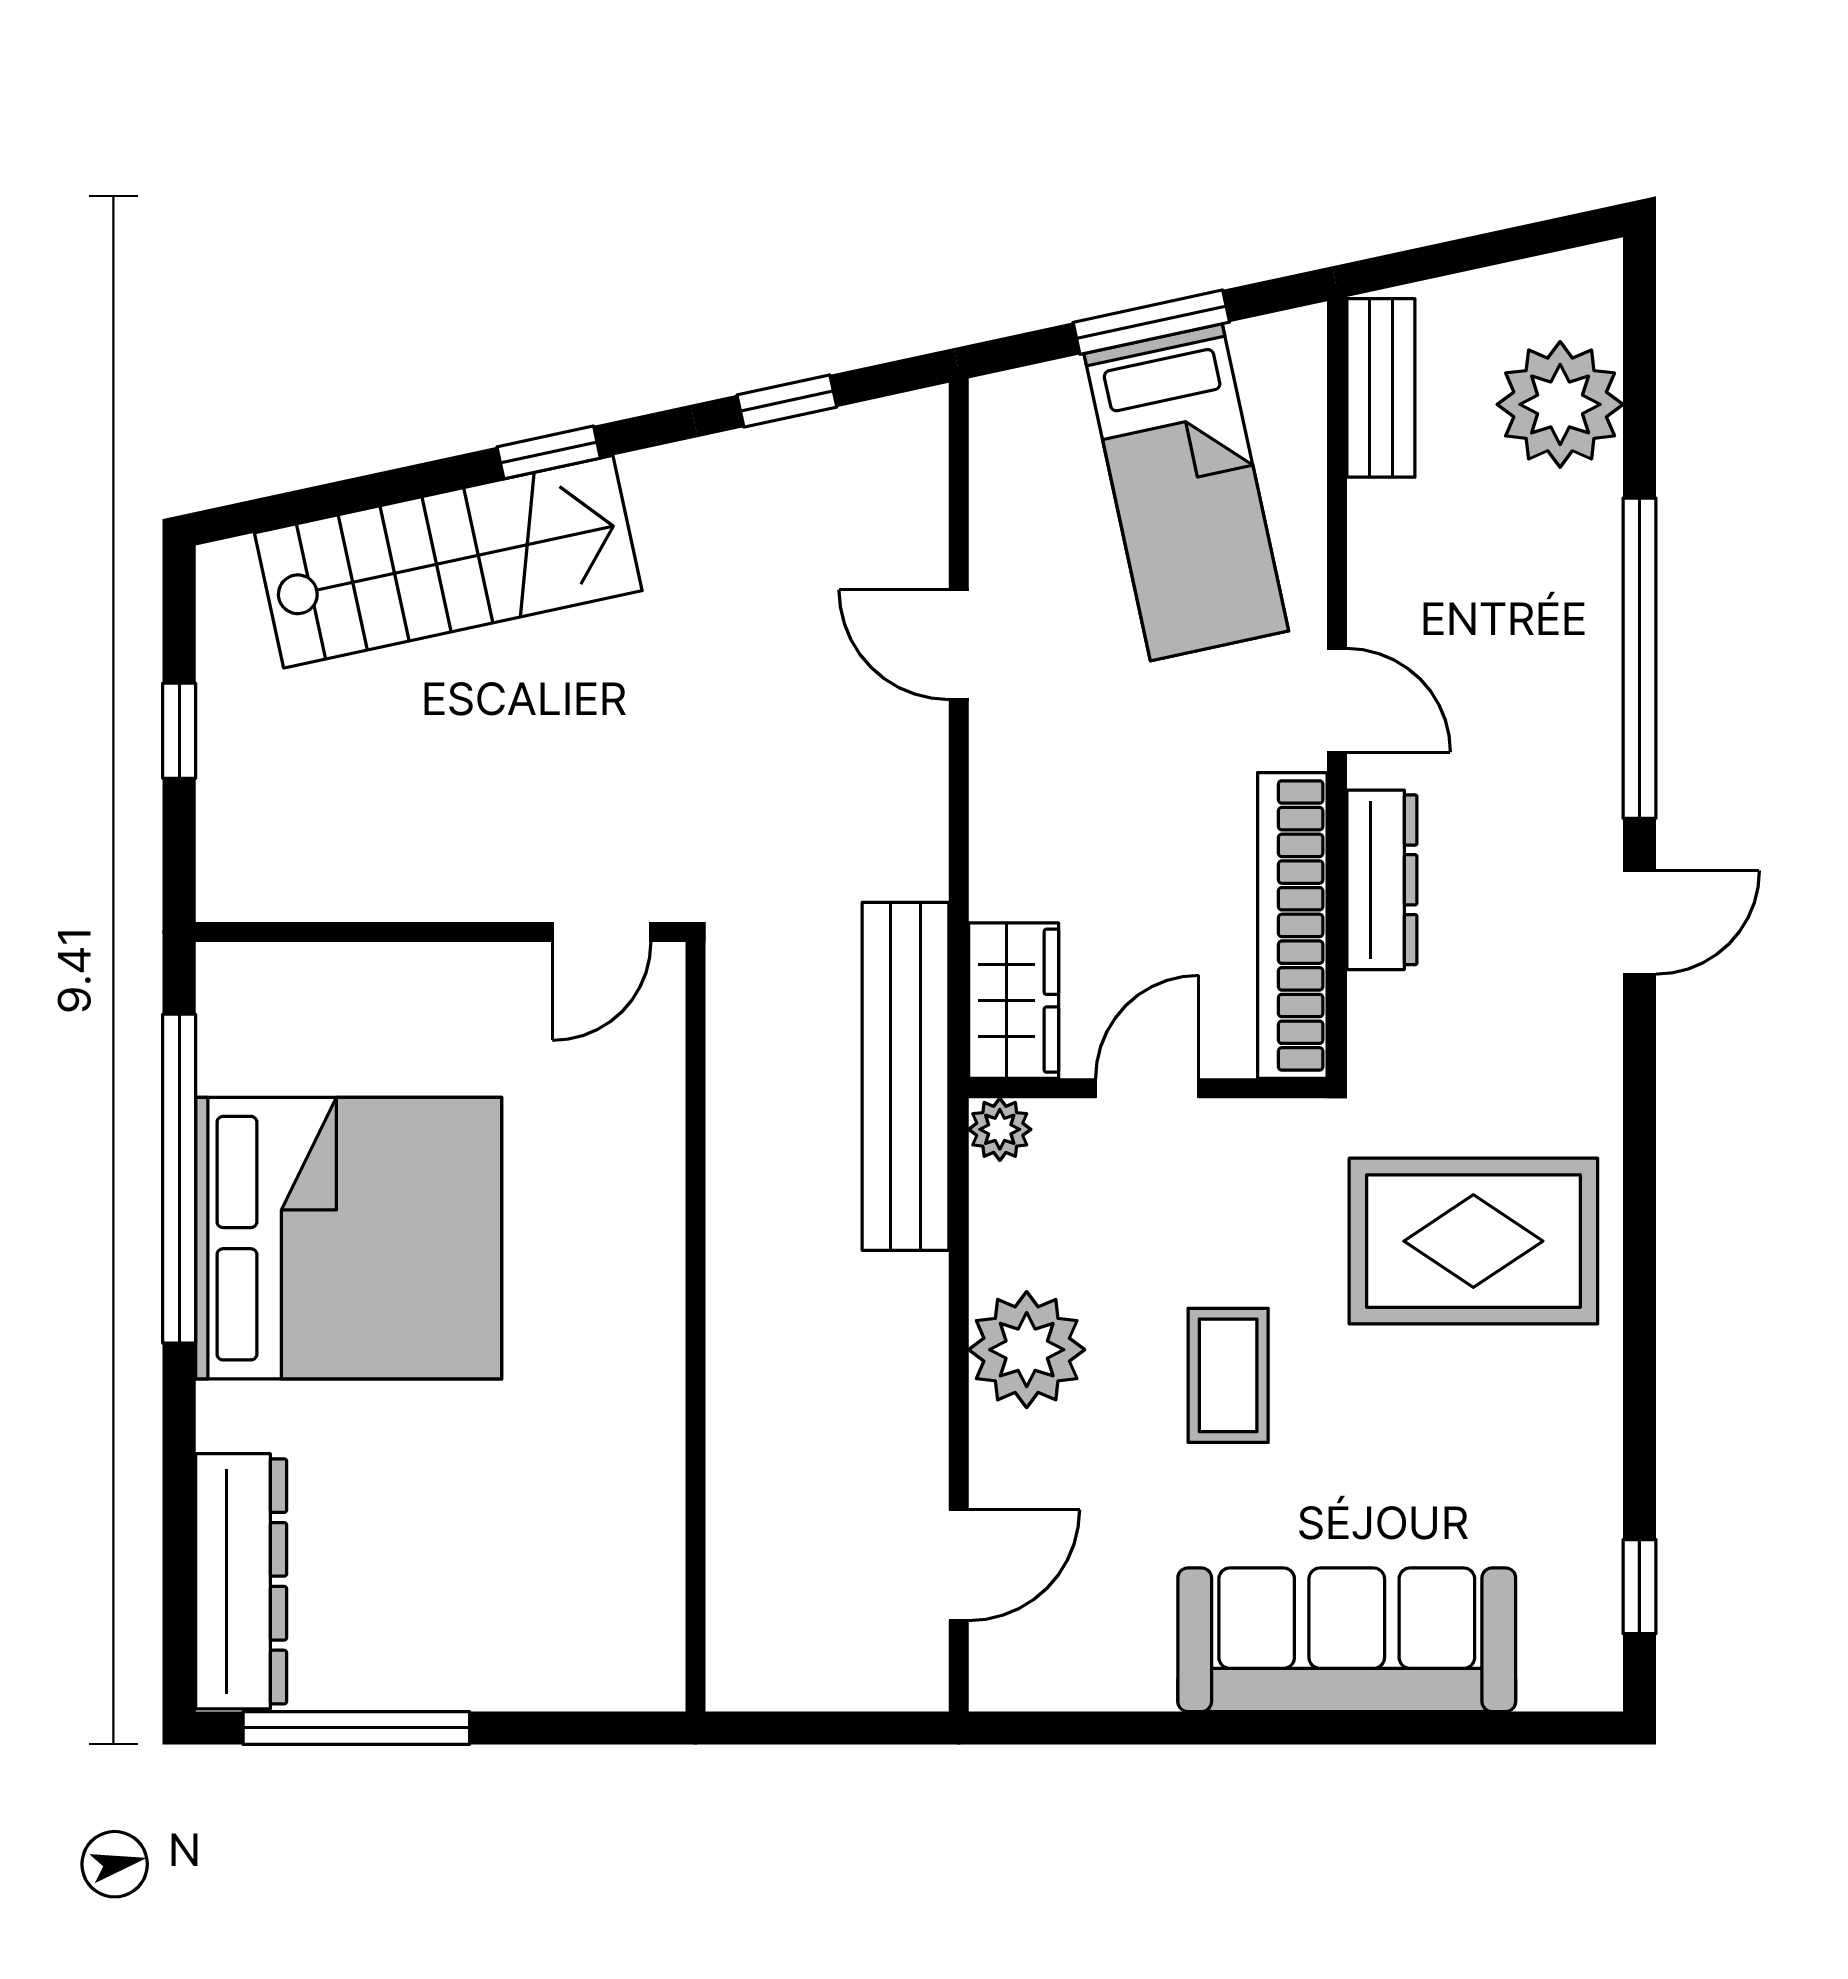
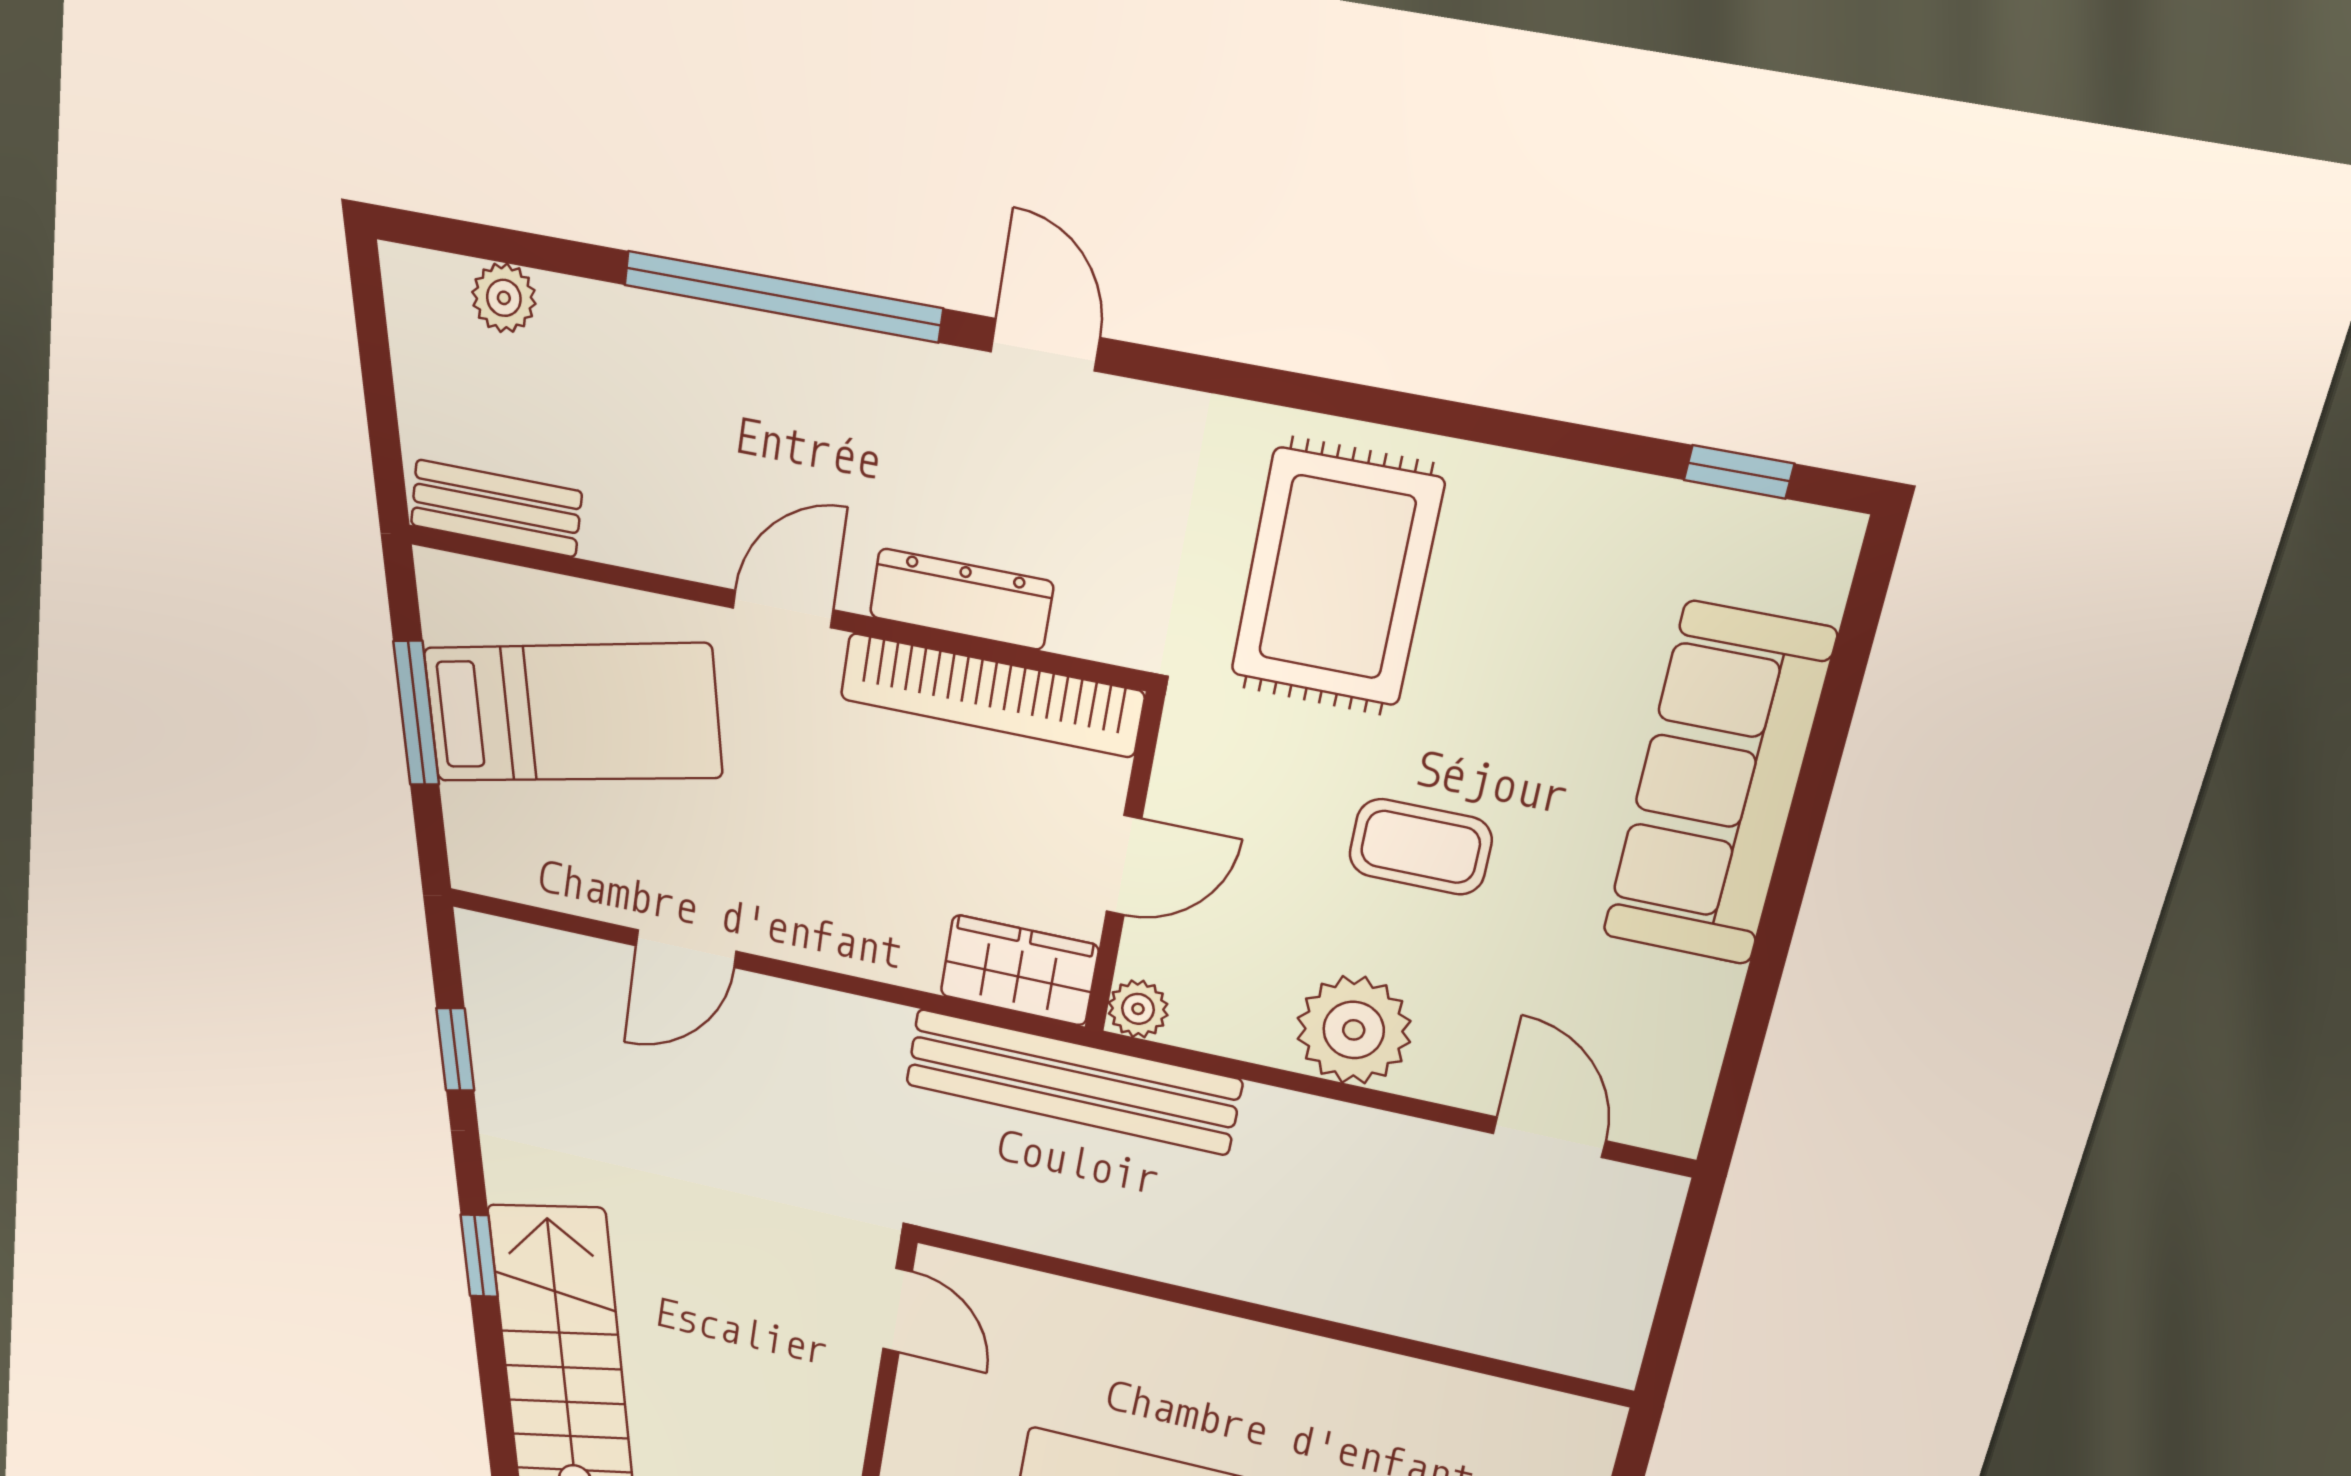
plant: (1560, 404) -> (504, 298), width x0.53, depth x0.53
door: (1147, 1088) -> (1124, 865), swing flipped

